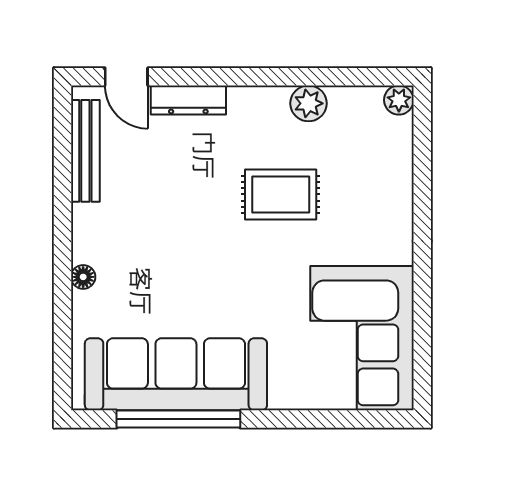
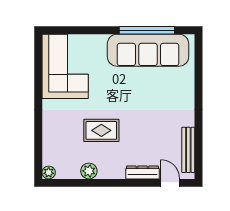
floor lamp: (83, 277) -> (189, 94), removed

